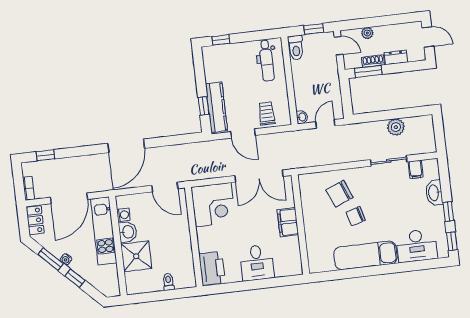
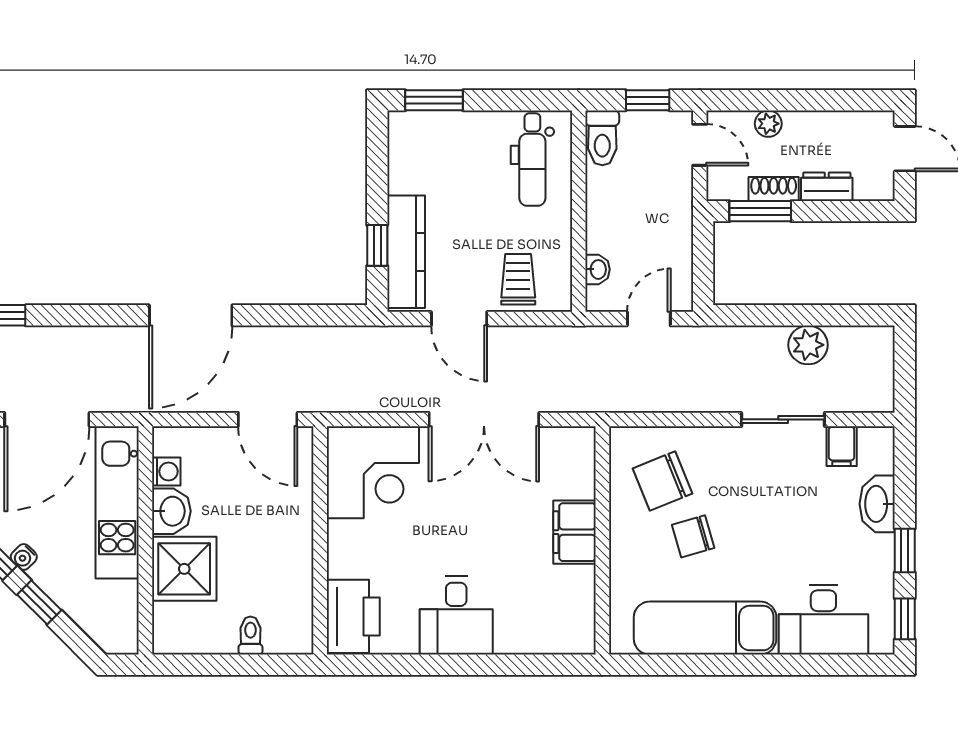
window: (221, 40) -> (434, 100), width x1.50
washbasin: (302, 117) -> (598, 269), moved
filing cabinet: (288, 222) -> (574, 532), moved
wall: (300, 224) -> (602, 540), moved

